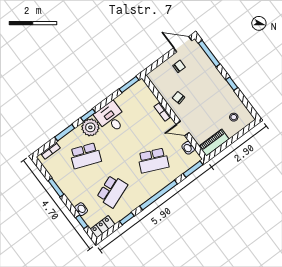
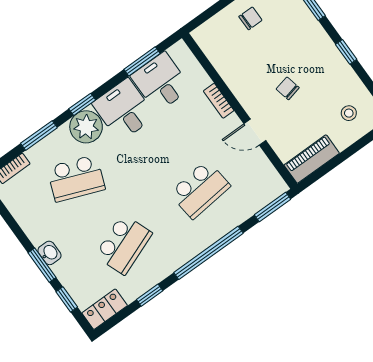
window: (129, 84) -> (142, 61), moved
chair: (179, 98) -> (288, 88), moved
desk: (131, 102) -> (161, 82), added
washbasin: (188, 148) -> (264, 168), removed
school desk: (153, 160) -> (200, 190), turned -30
window: (56, 188) -> (42, 265), moved
washbasin: (81, 209) -> (49, 253), moved

